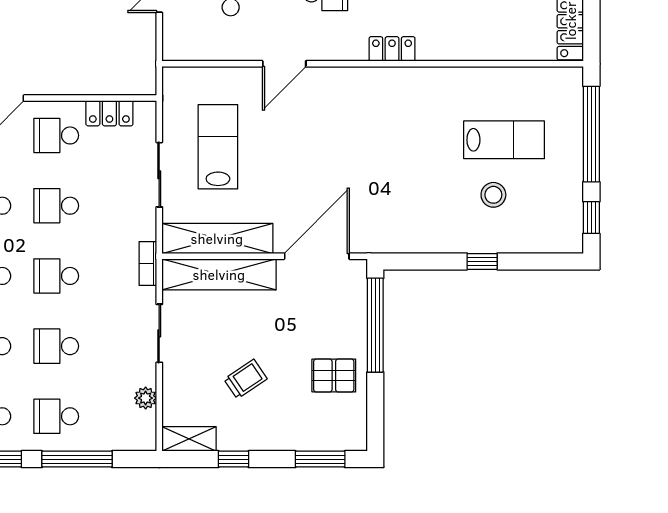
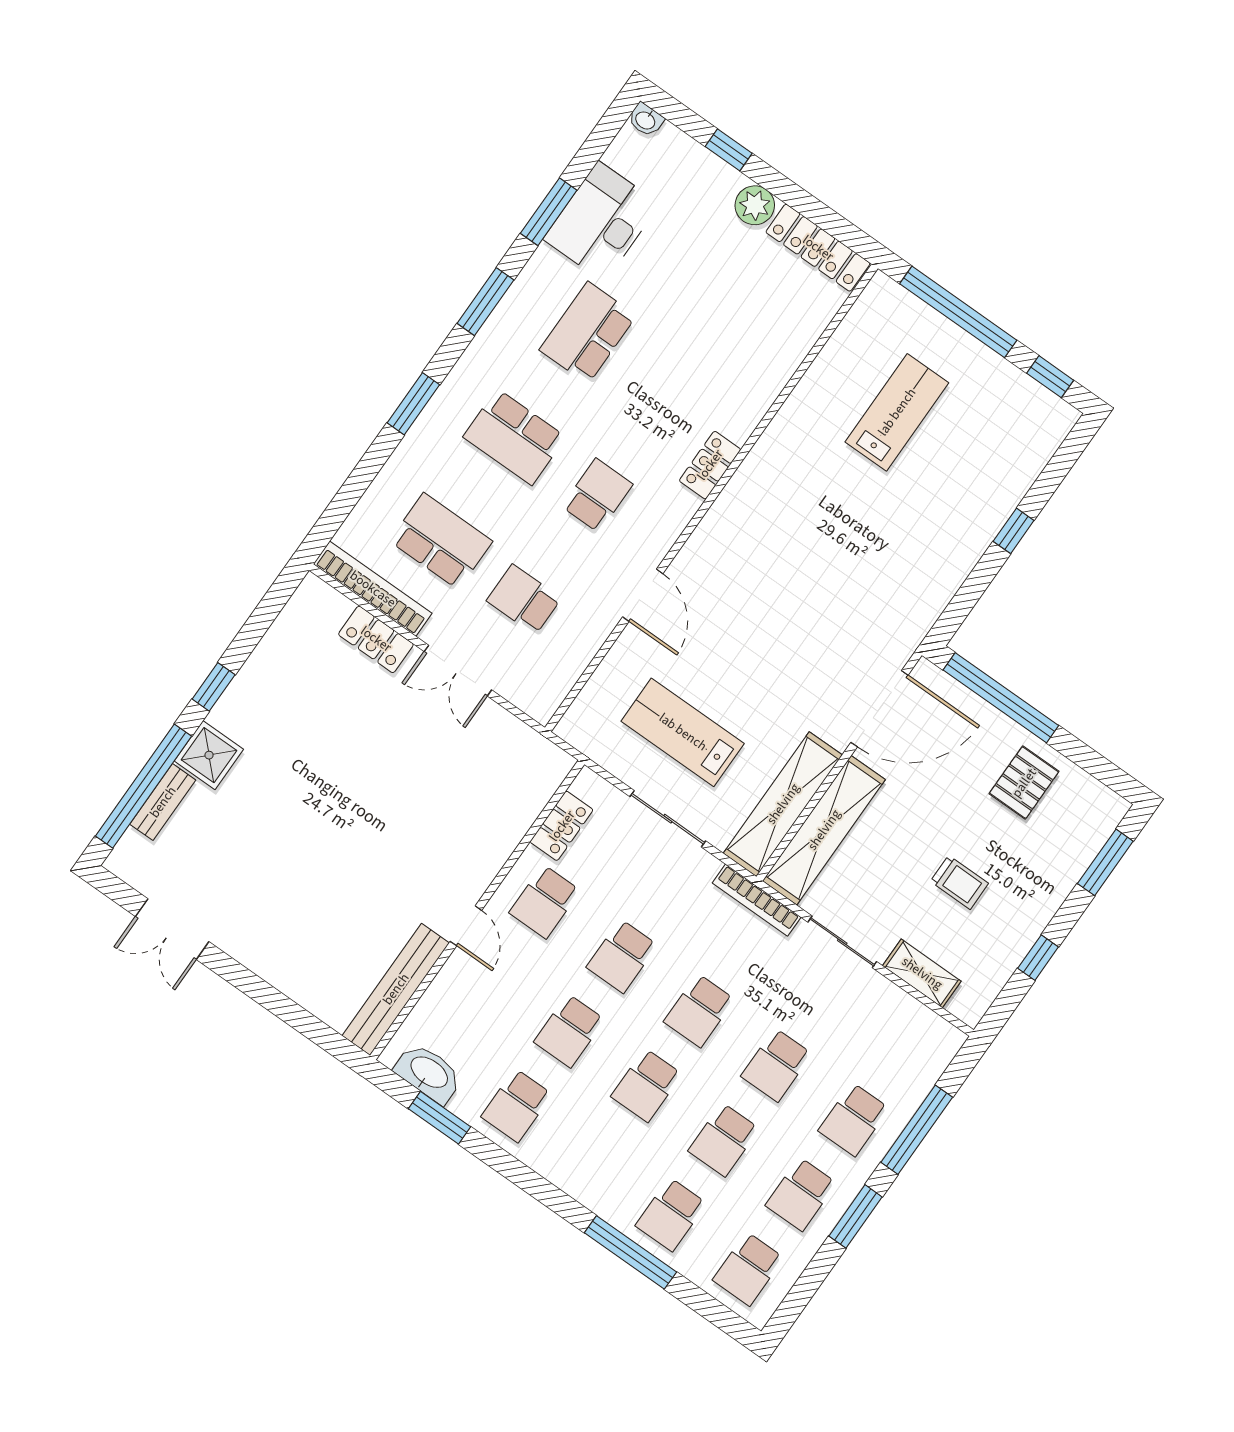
stool: (493, 195) -> (949, 467), removed
door: (317, 256) -> (880, 709), swing flipped
bookcase: (148, 264) -> (757, 900), width x1.56
trolley: (245, 379) -> (959, 882), turned 124
plant: (146, 398) -> (903, 1007), removed
shelving: (189, 439) -> (922, 973), moved, turned 90

